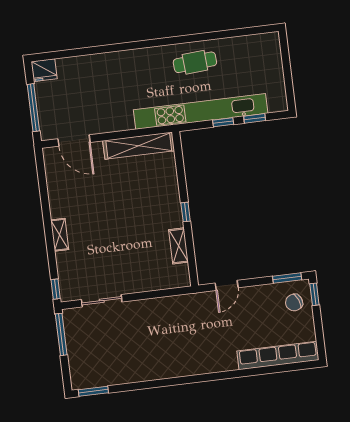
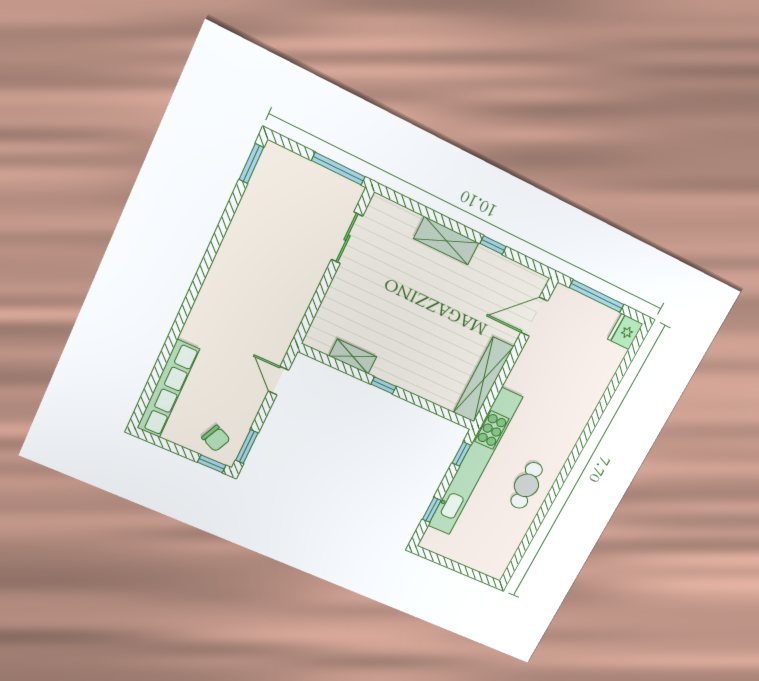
window: (223, 122) -> (461, 454), moved
shelving: (60, 235) -> (446, 241), width x1.50, depth x1.33
window: (56, 289) -> (493, 245), moved
chair: (294, 303) -> (216, 438), turned 137

